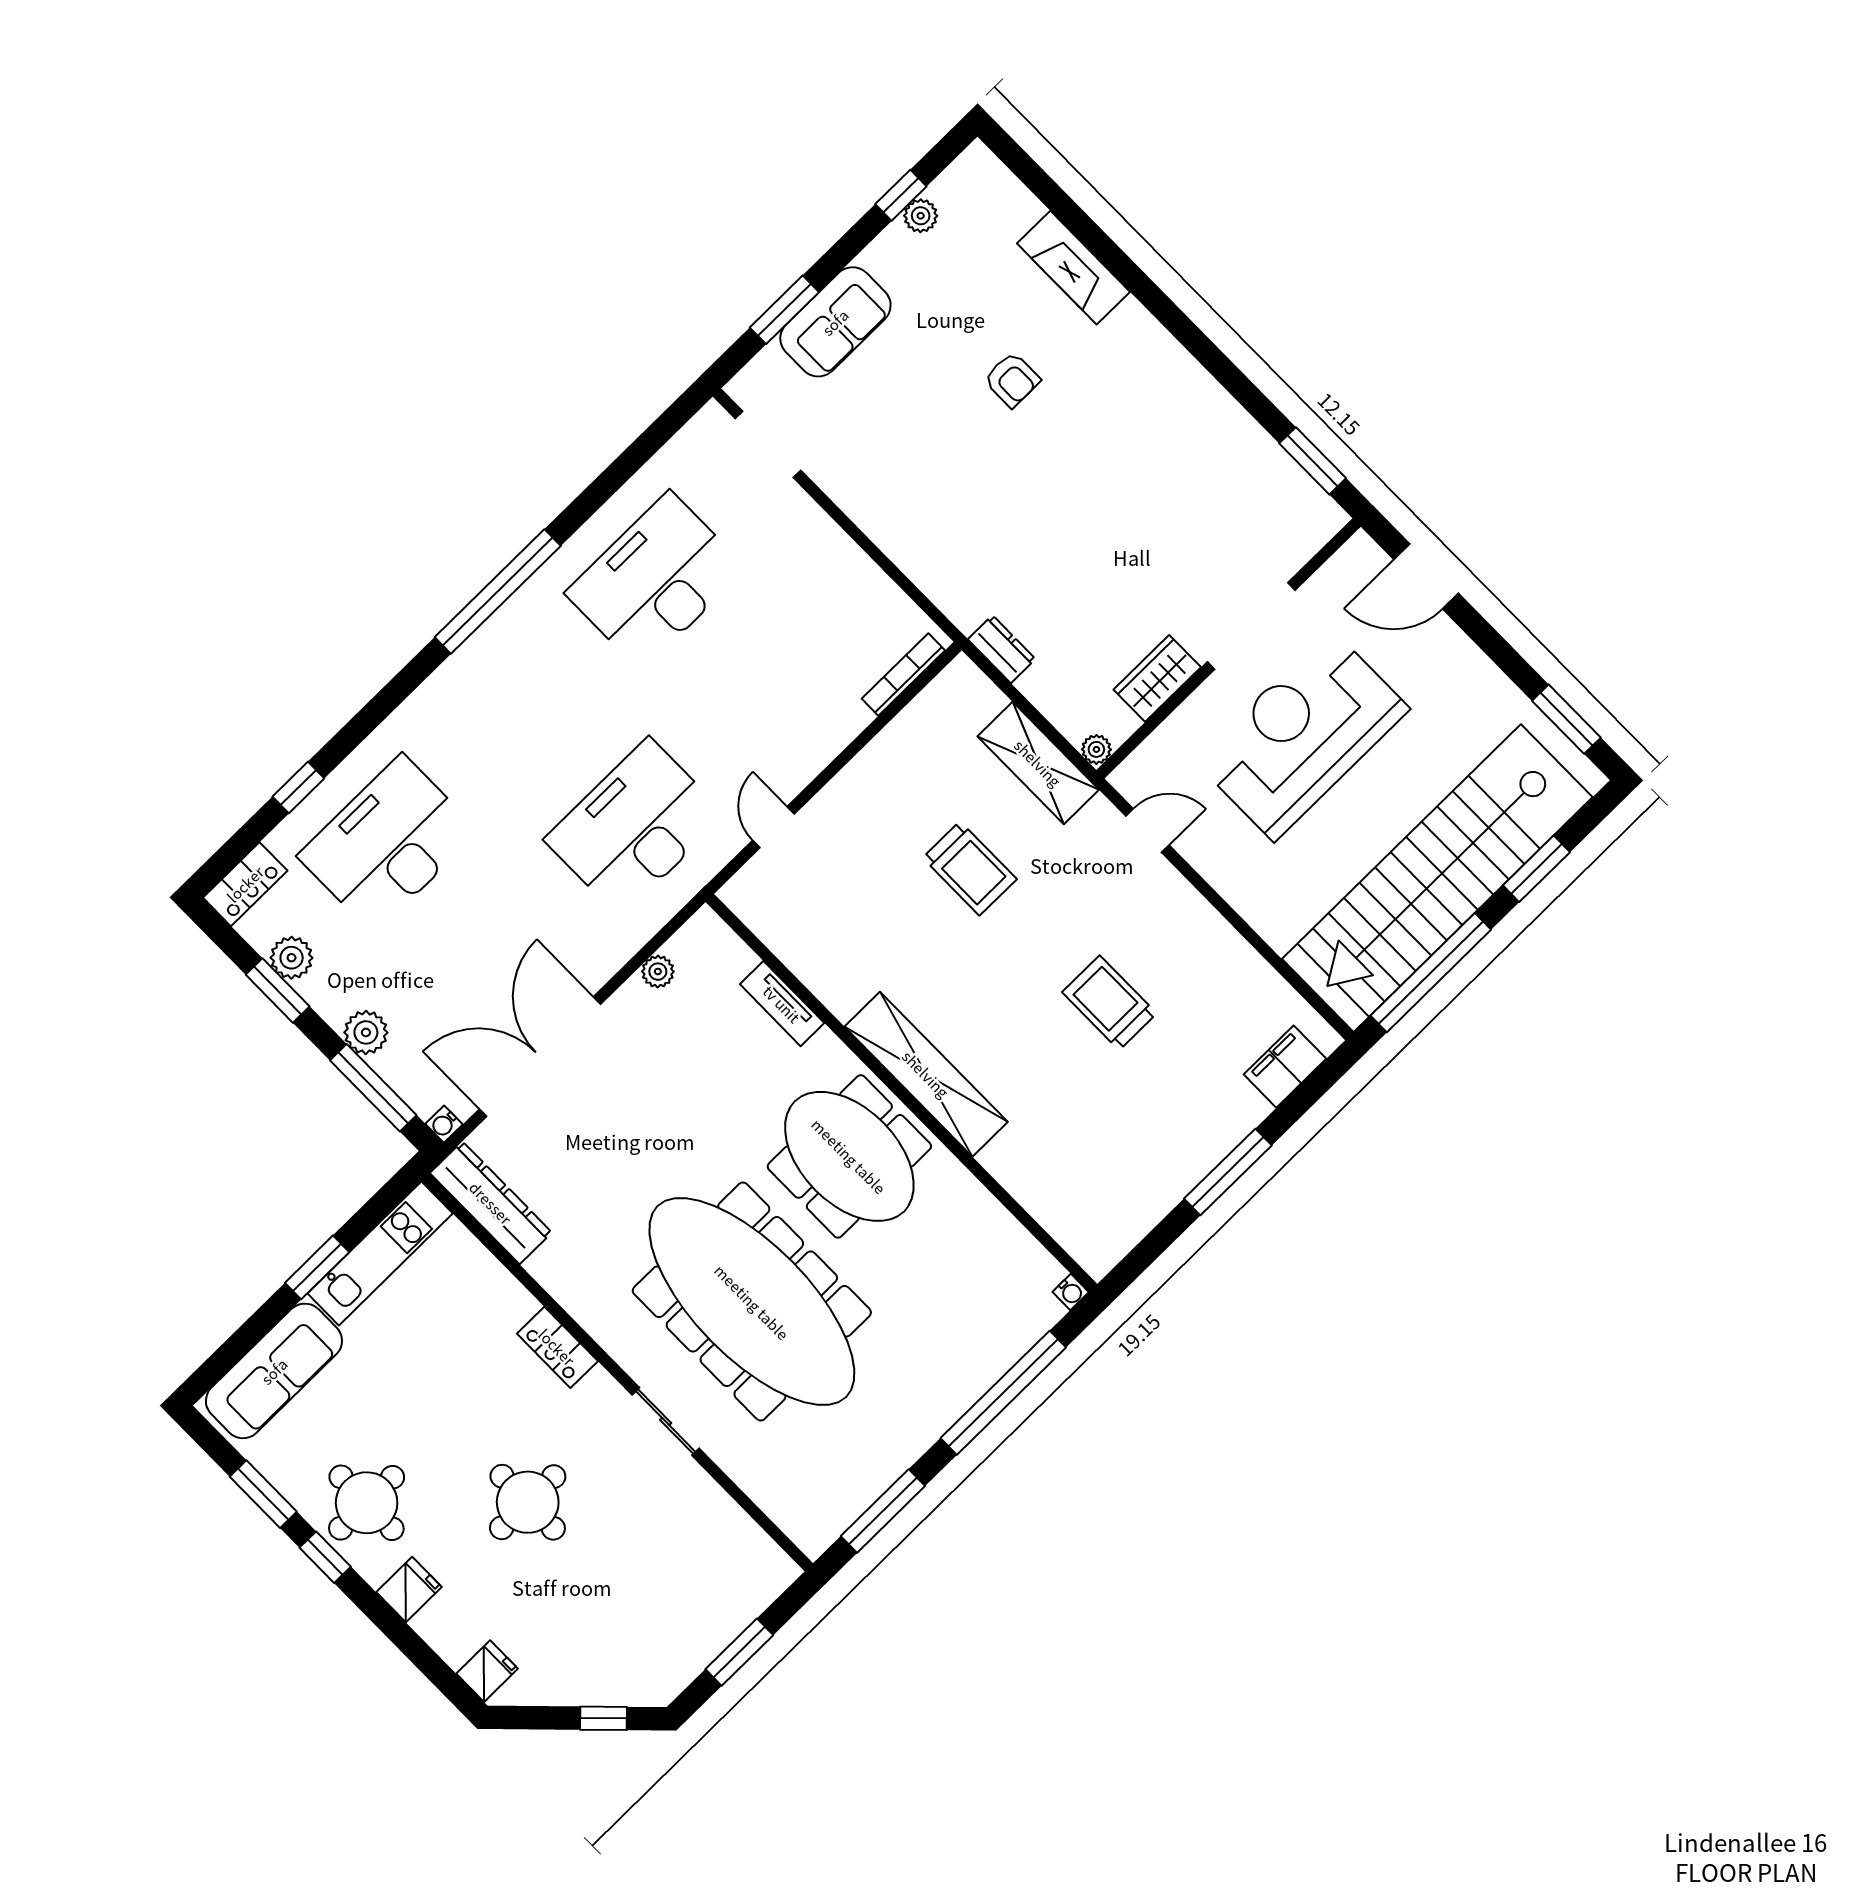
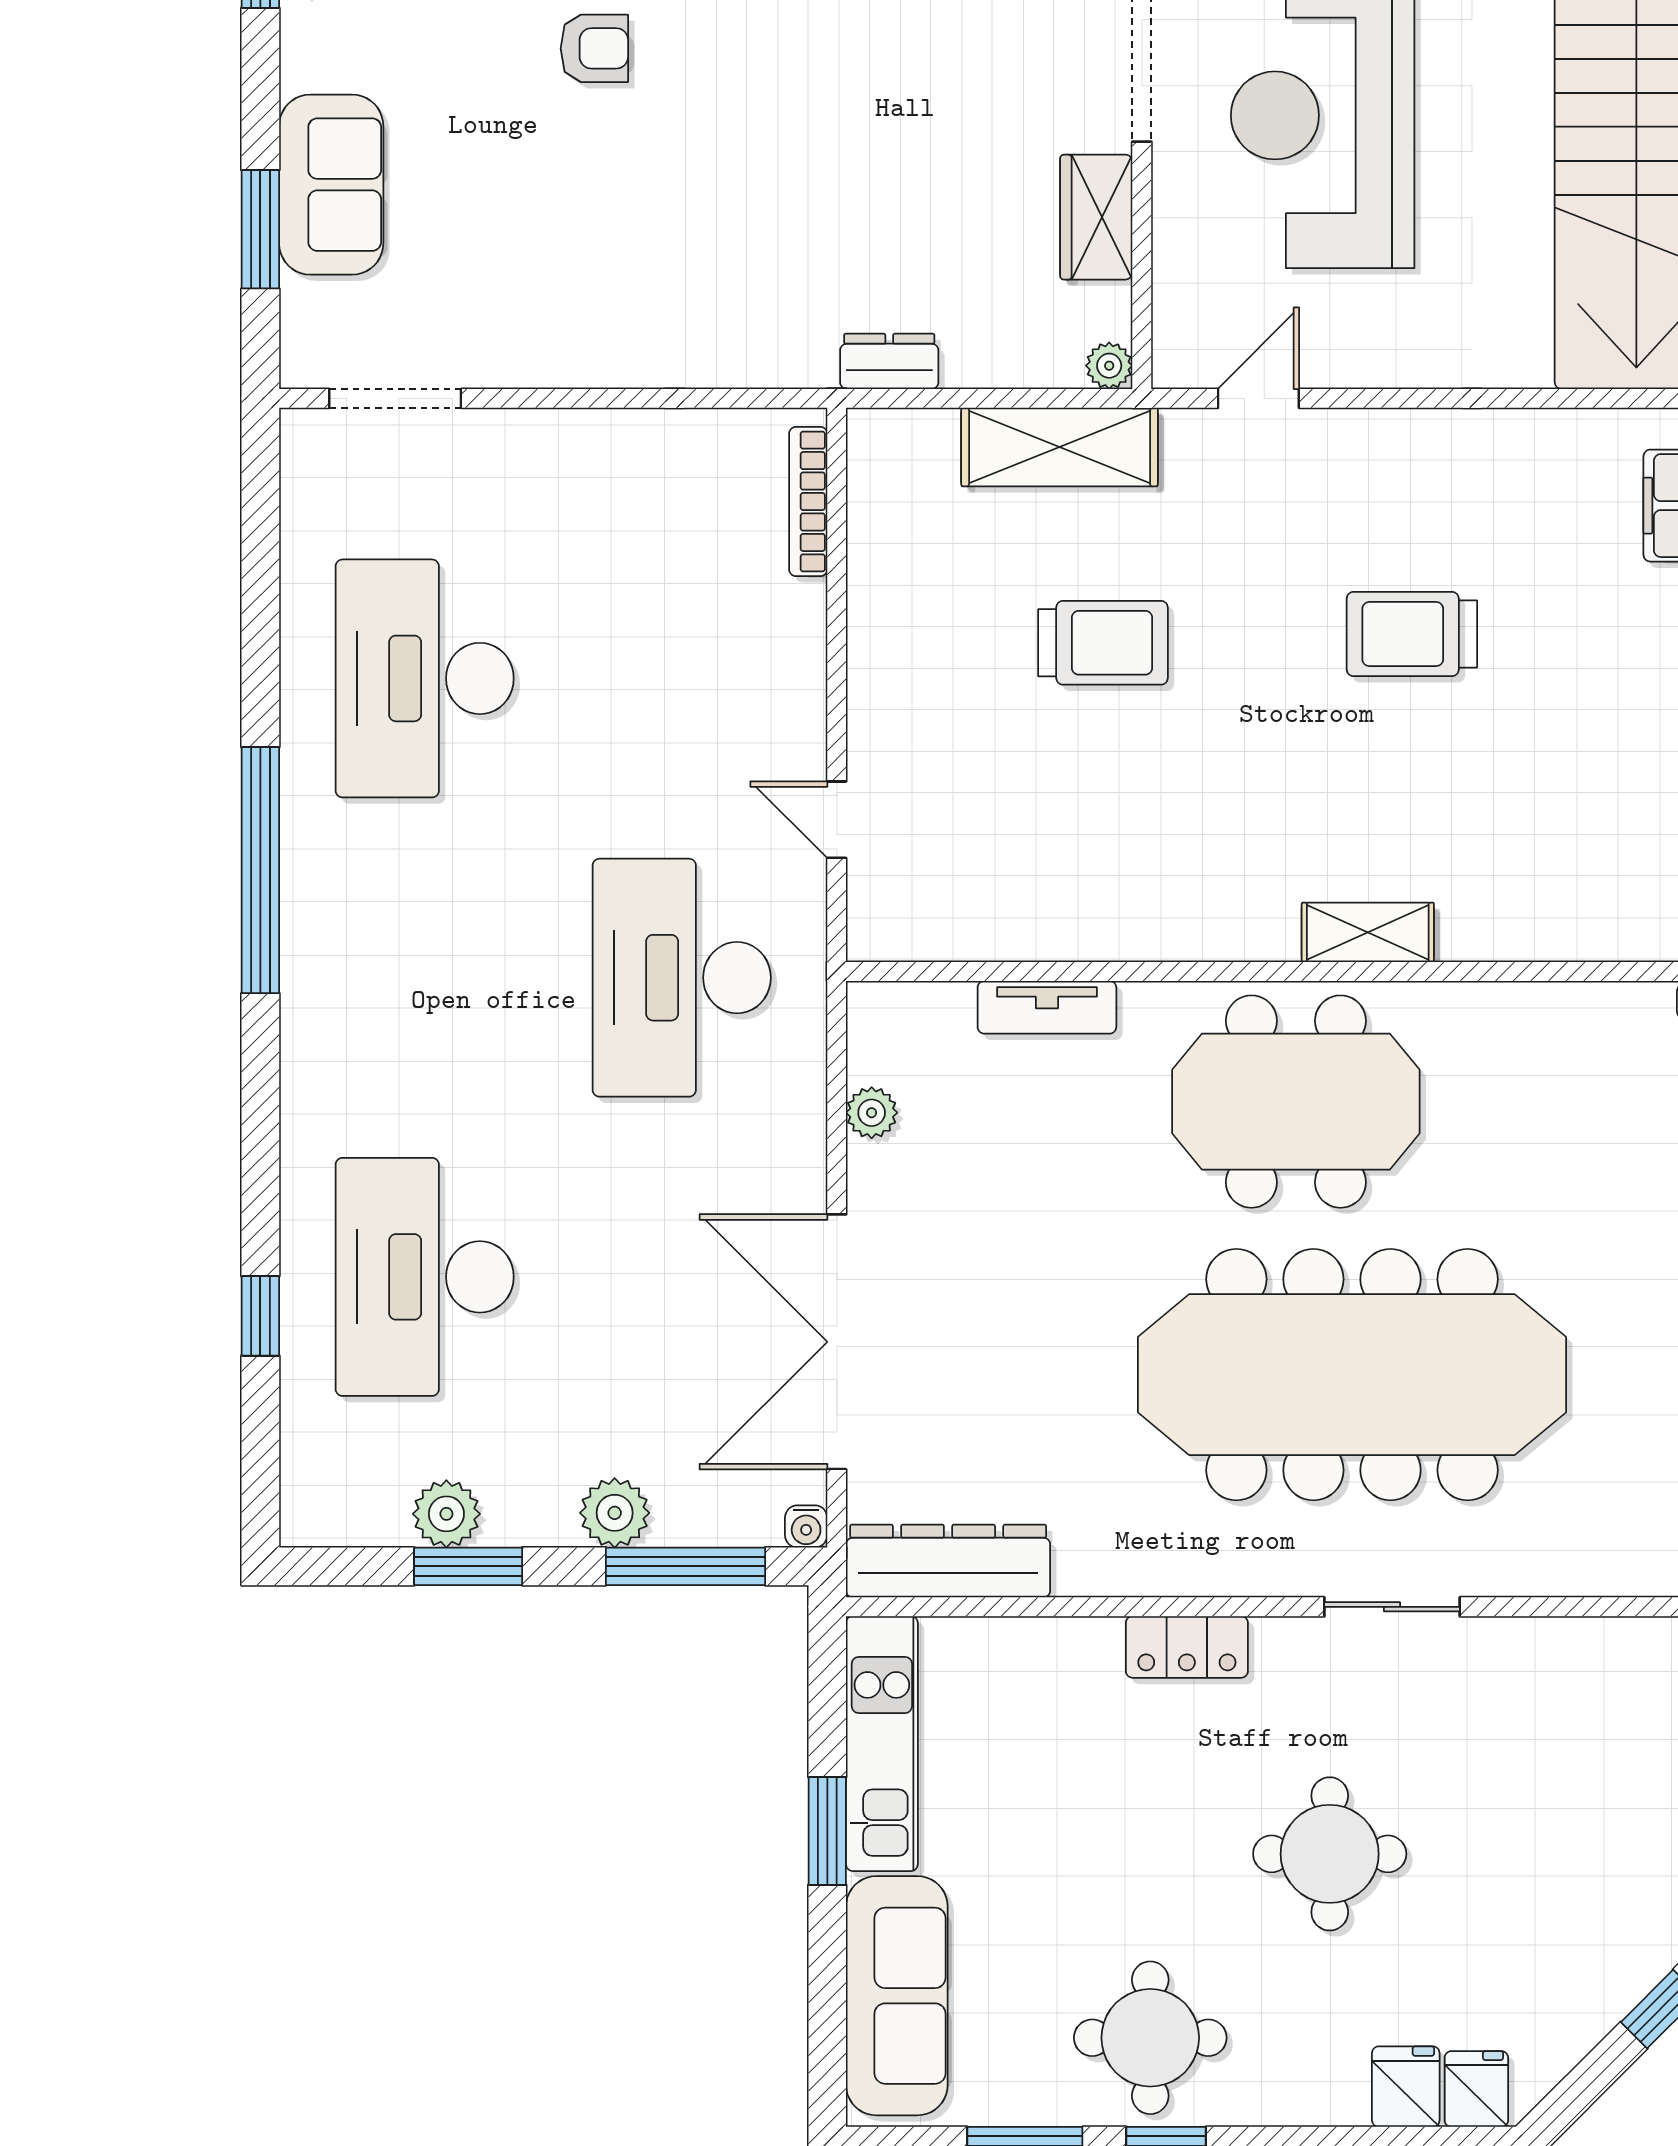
locker: (245, 884) -> (311, 1484), removed
shelving: (926, 1074) -> (1368, 932), width x0.45, depth x0.75
fridge: (409, 1590) -> (1406, 2087), moved

